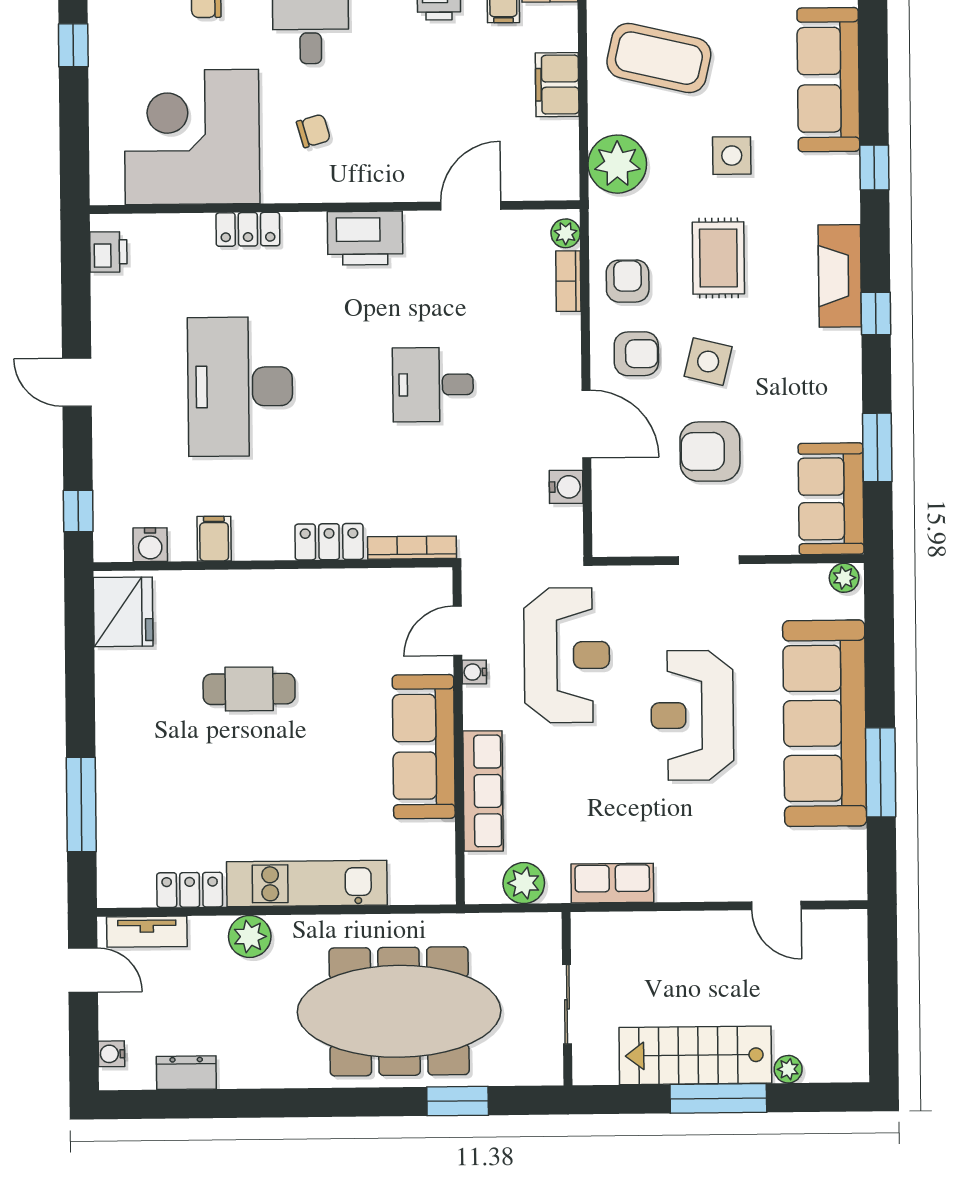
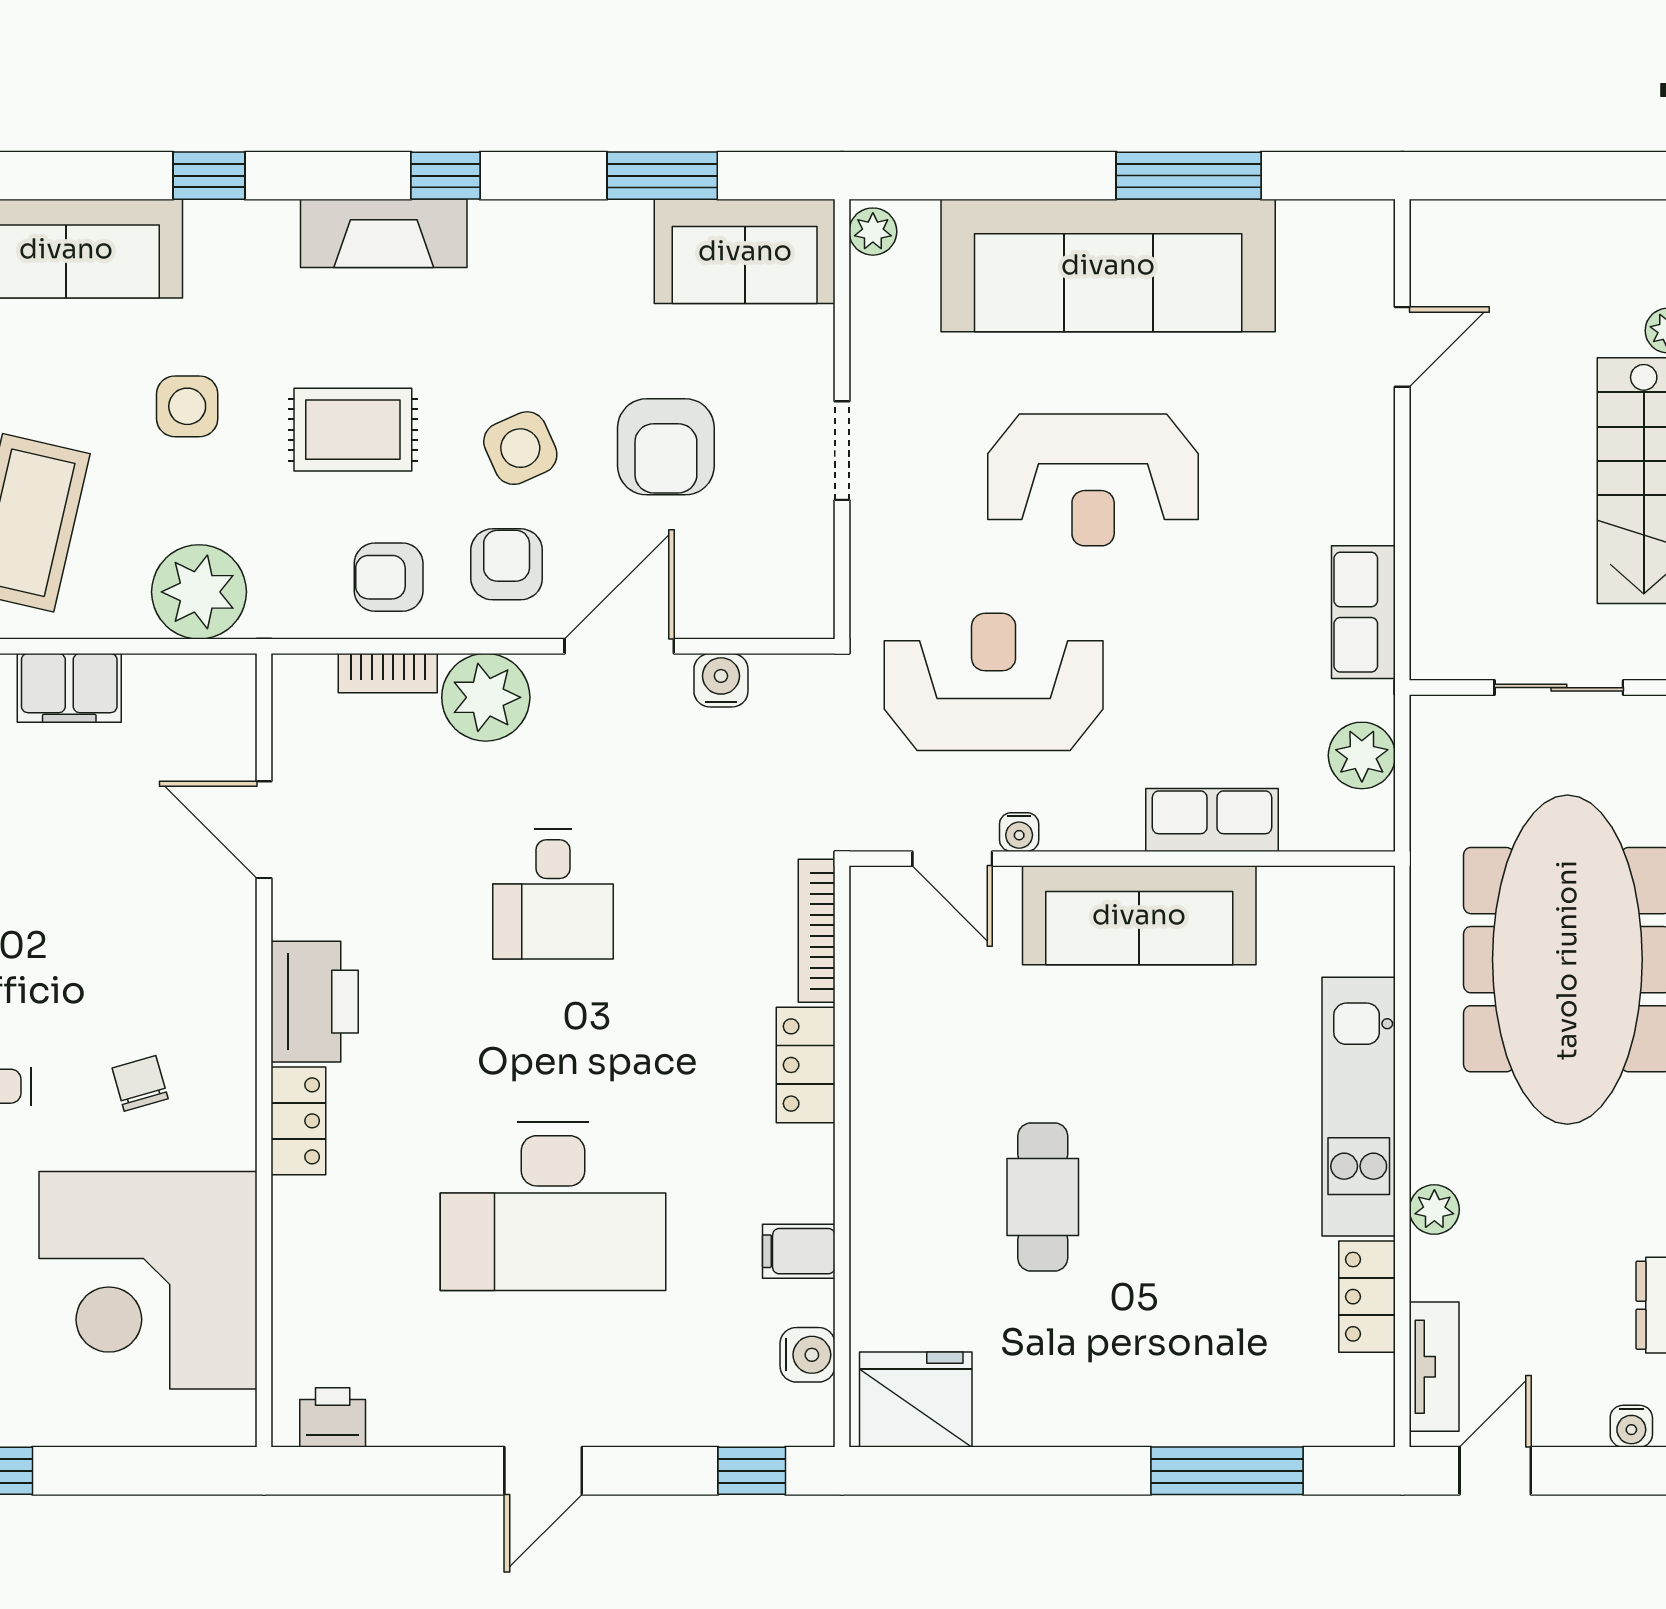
locker: (248, 229) -> (298, 1121), moved
plant: (566, 233) -> (486, 697), moved, width x1.87, depth x1.87
side table: (708, 362) -> (520, 448), turned -38
row of seats: (483, 791) -> (1212, 820), width x0.68
plant: (250, 936) -> (1434, 1210), width x0.73, depth x0.73

